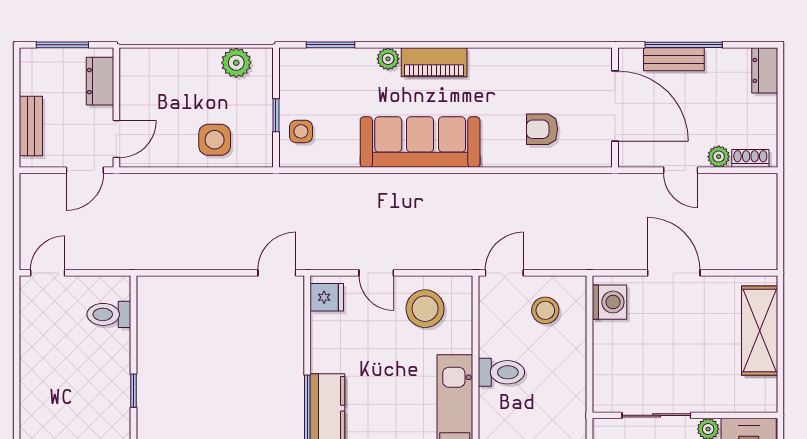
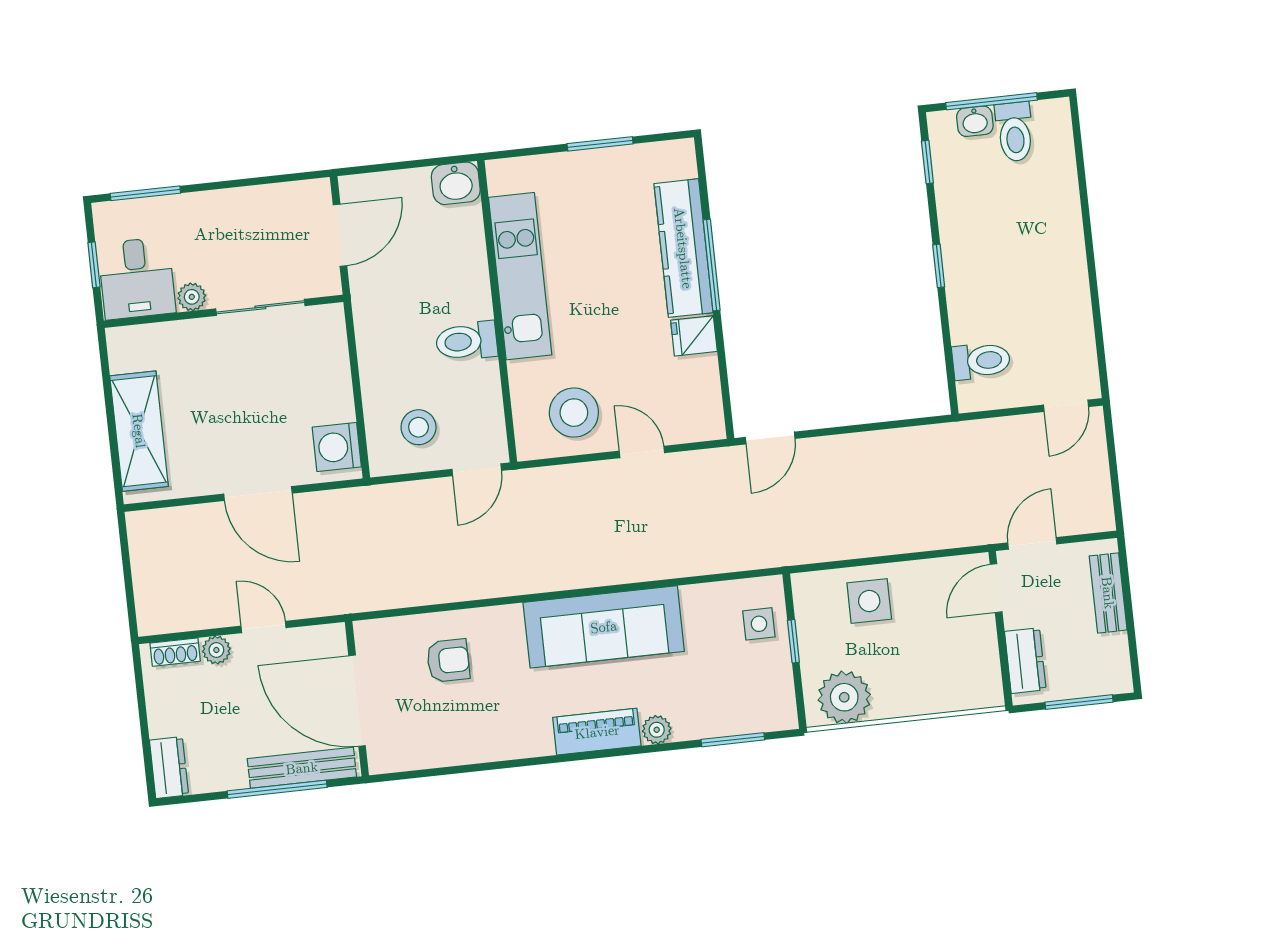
bench: (674, 59) -> (302, 768), width x1.36
plant: (236, 63) -> (844, 697), width x1.36, depth x1.36
fridge: (327, 297) -> (694, 336), moved

